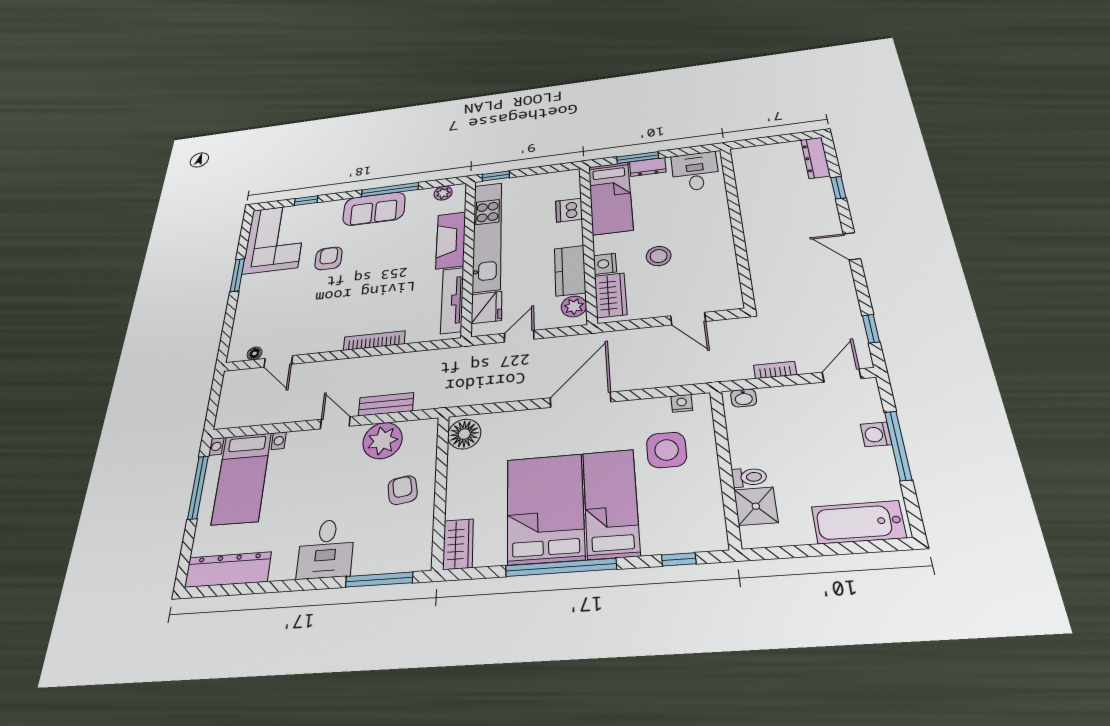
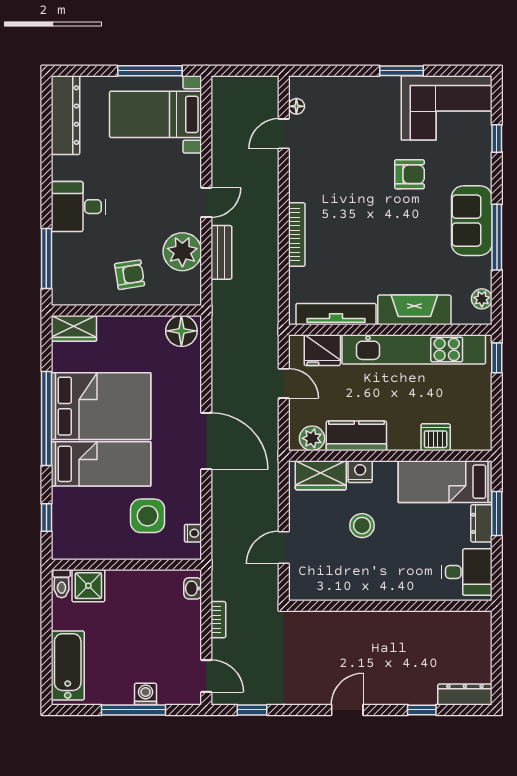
toilet: (749, 477) -> (62, 584), moved

